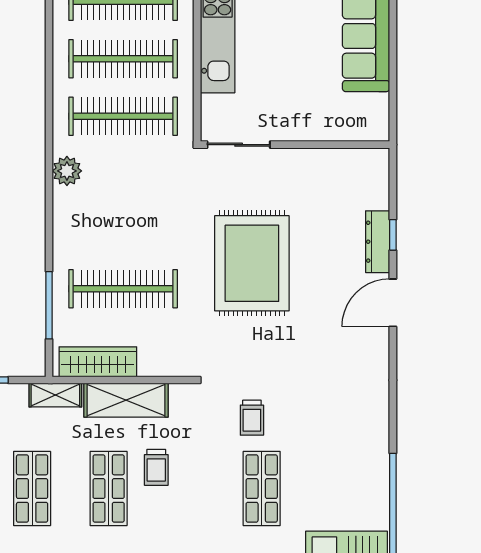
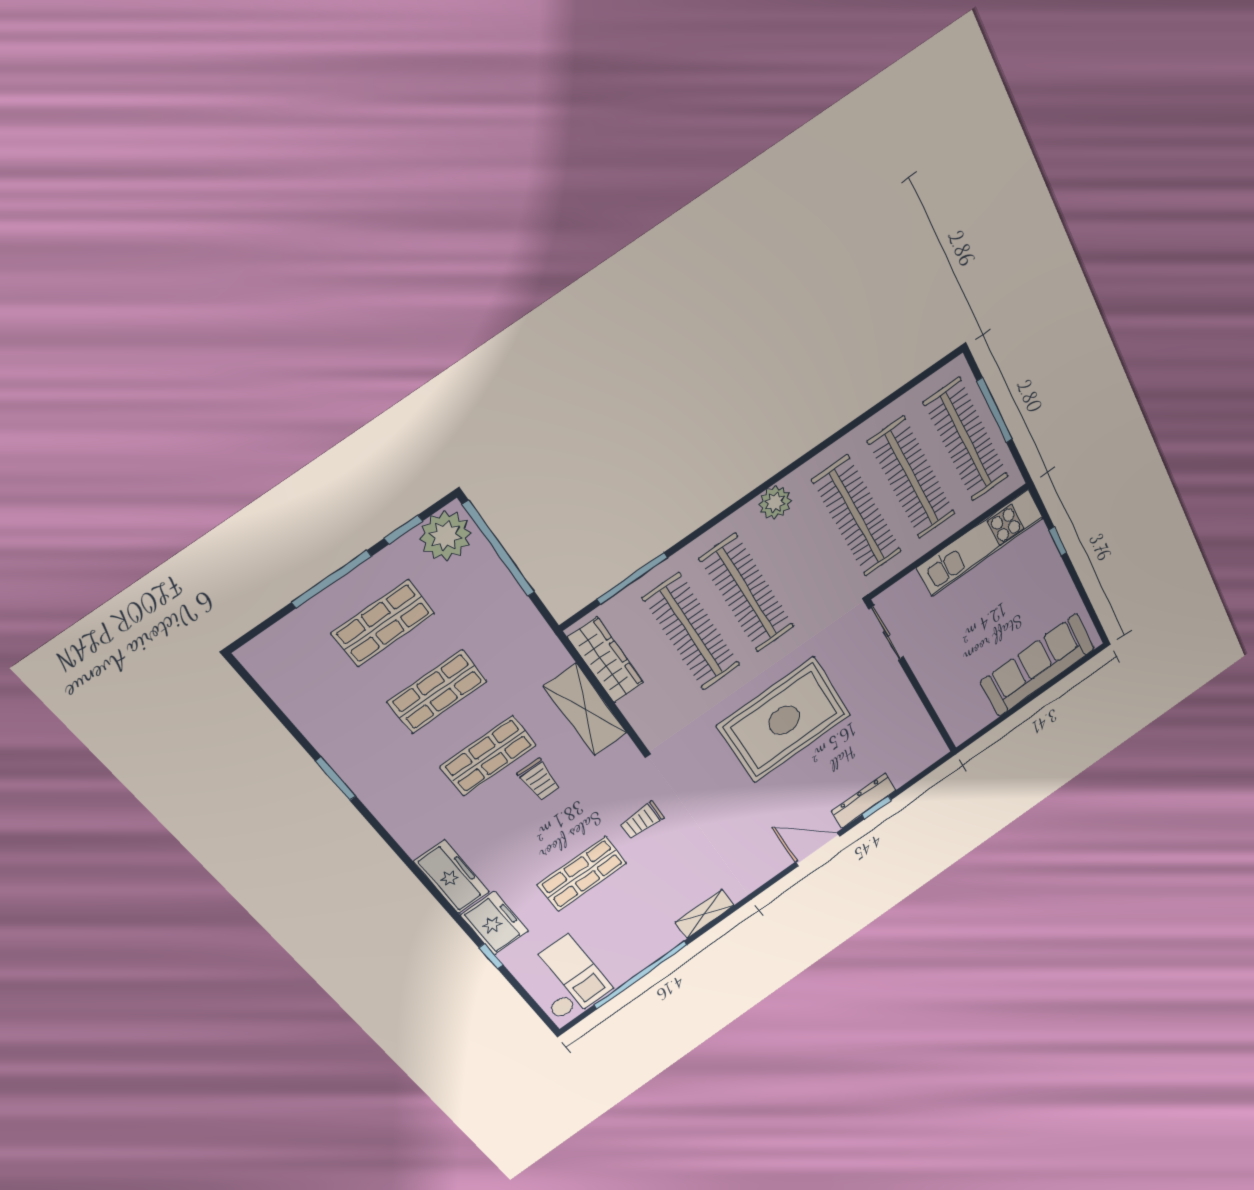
clothes rail: (123, 231) -> (747, 593), added
shelving: (55, 395) -> (704, 914), moved, turned 90
trolley: (156, 467) -> (539, 780), turned -90

